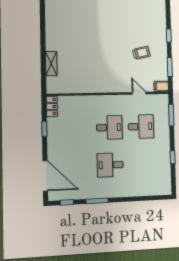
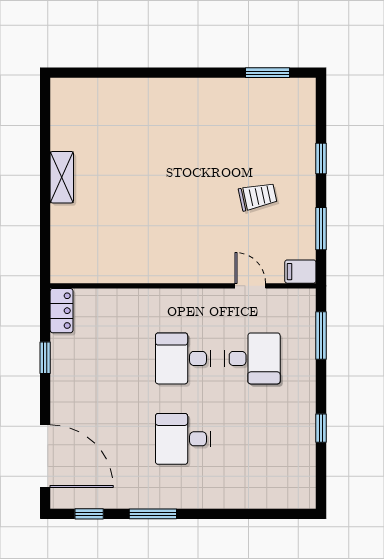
shelving: (51, 63) -> (62, 177), moved
desk: (109, 127) -> (183, 358), turned 180

